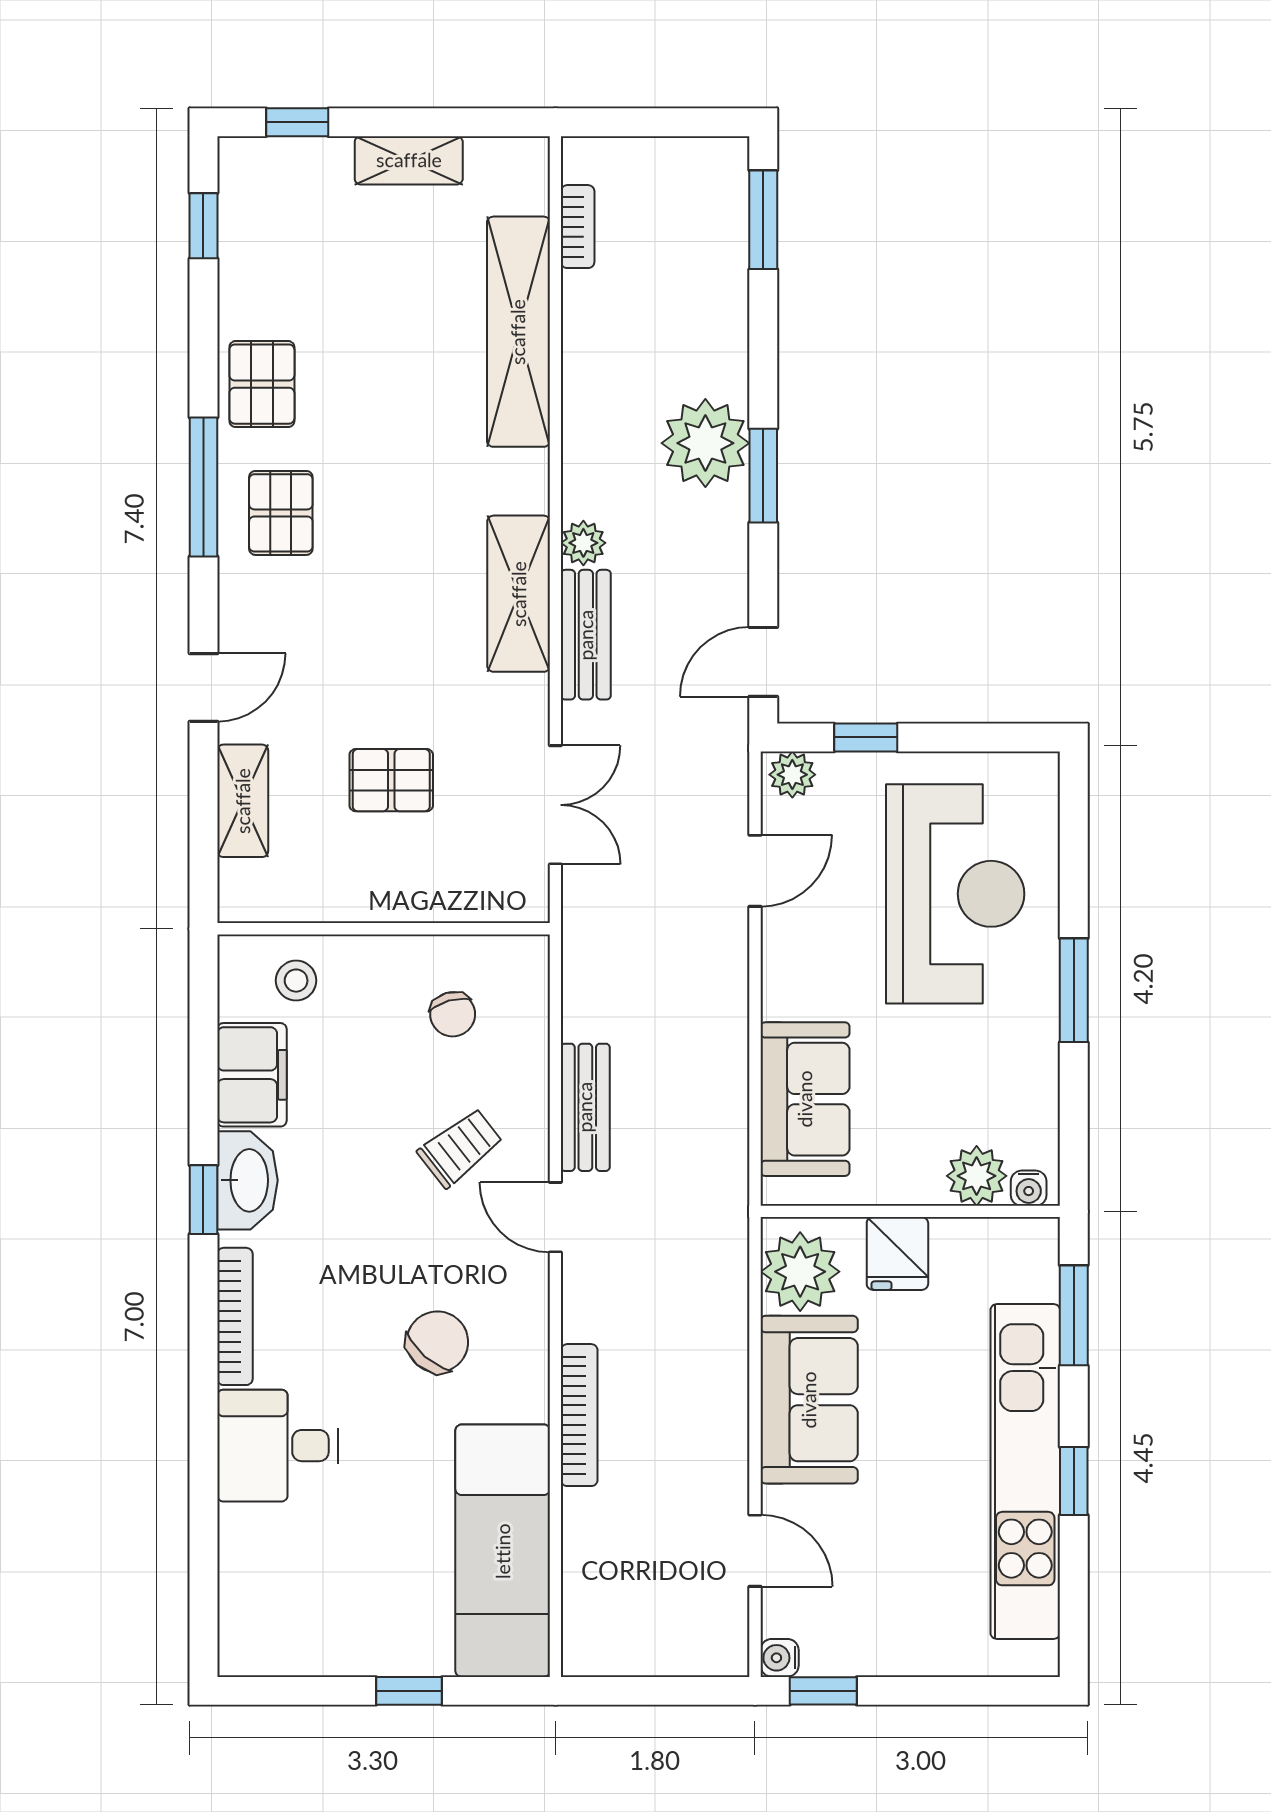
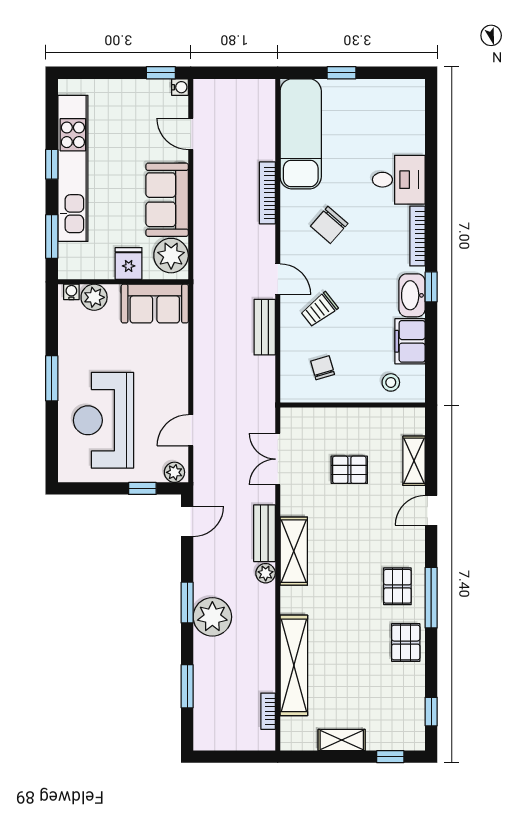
window: (763, 220) -> (187, 686), moved
sofa: (805, 1099) -> (155, 304), moved, turned -90

